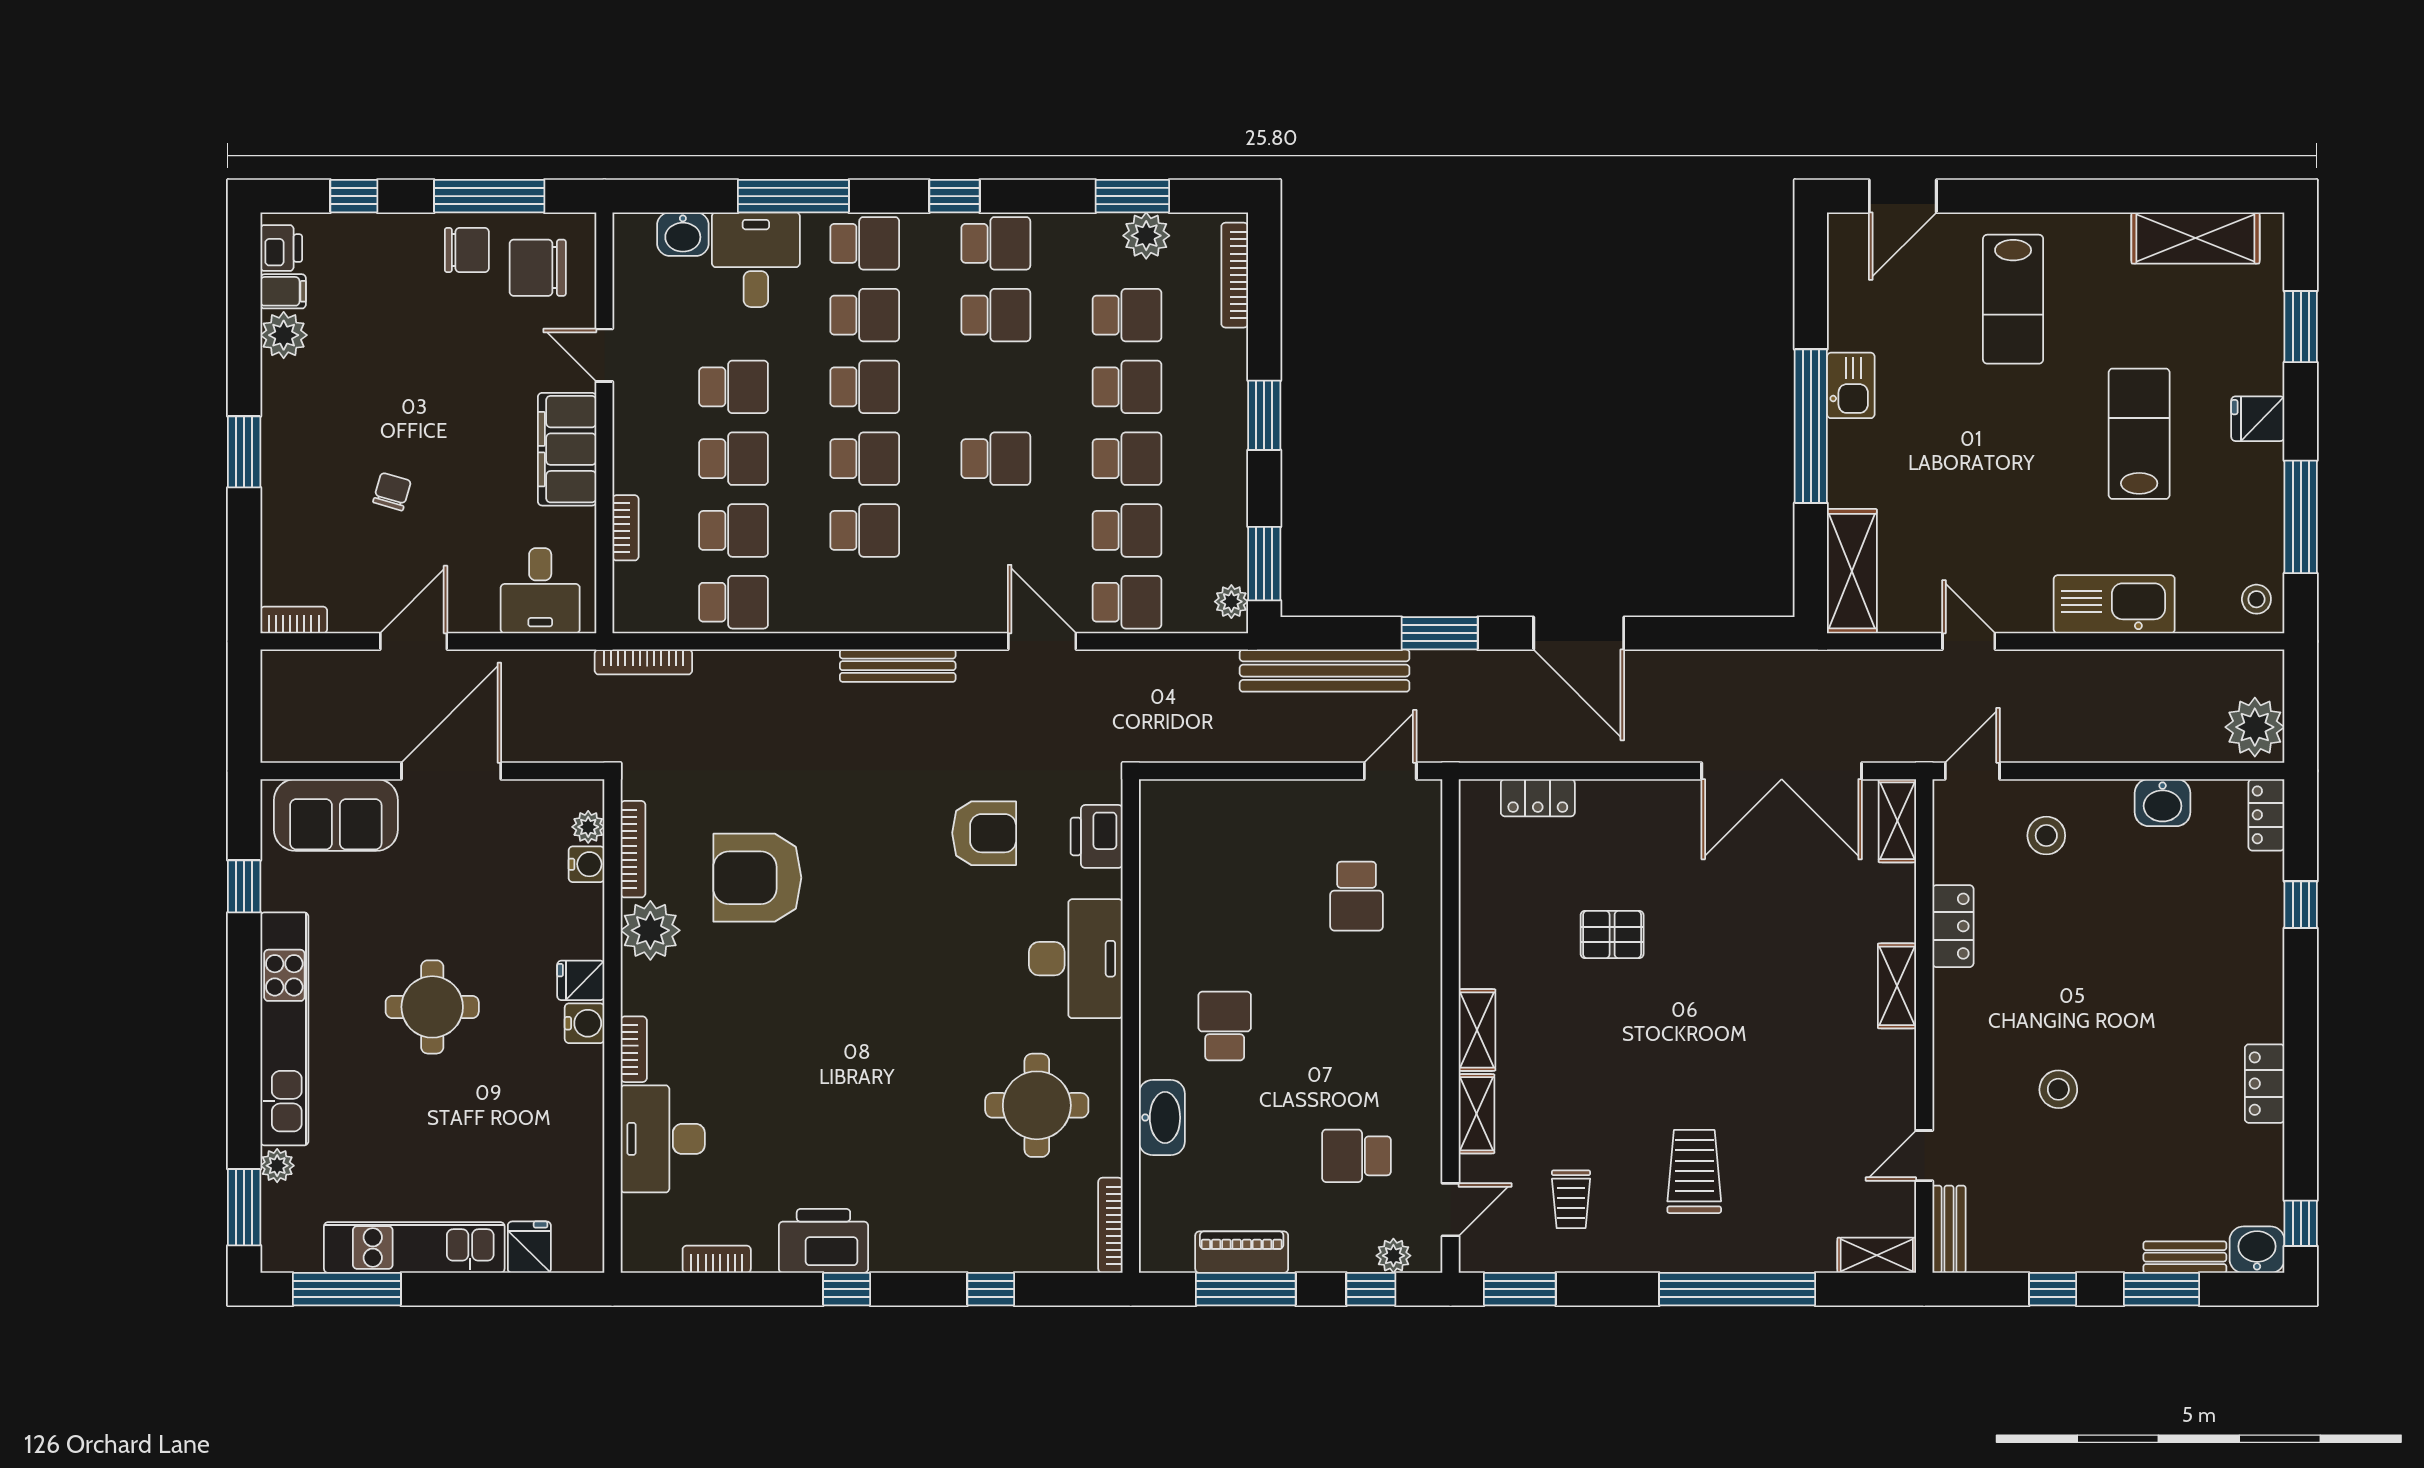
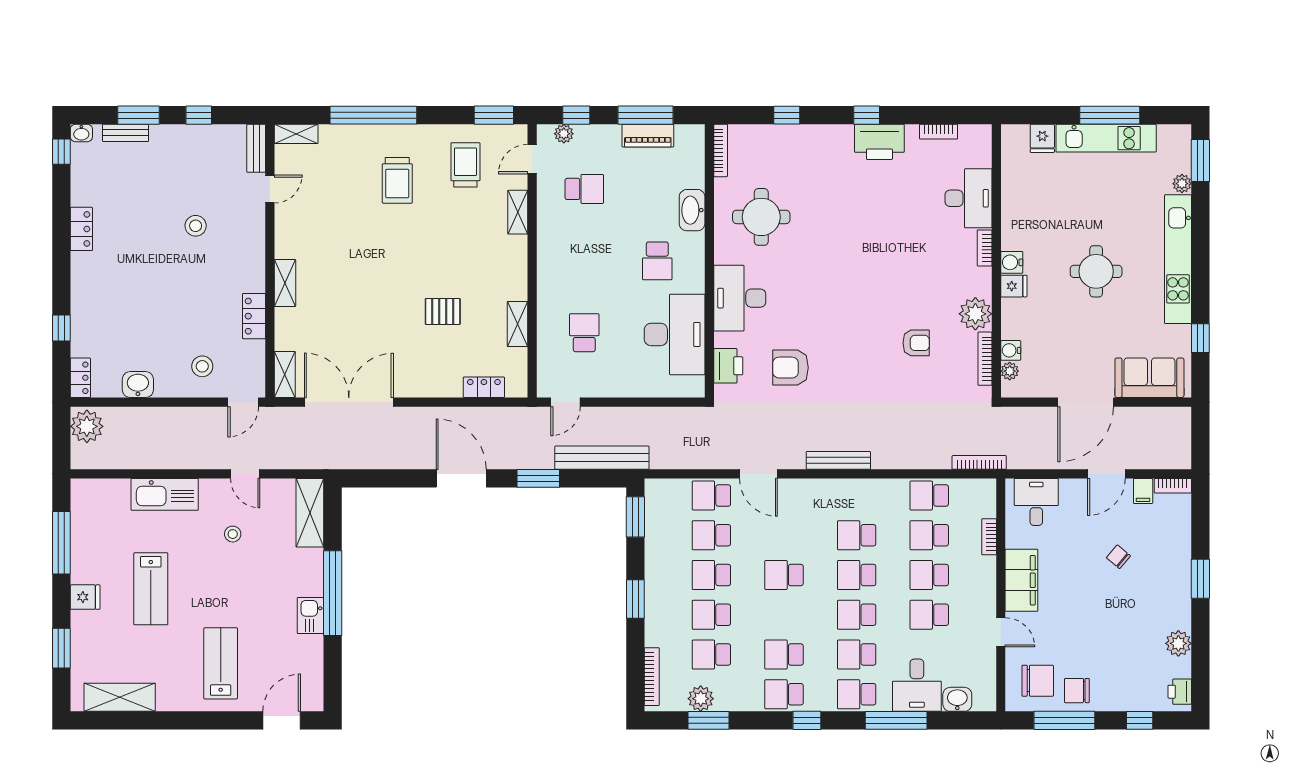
filing cabinet: (283, 291) -> (1143, 491), moved, turned -90
chair: (392, 492) -> (1118, 557), turned 114
stool: (2256, 599) -> (233, 534), moved
plant: (1231, 602) -> (654, 496), removed
armchair: (757, 878) -> (916, 343), width x0.53, depth x0.53
desk: (1193, 893) -> (675, 334), added
shelving: (1477, 1030) -> (518, 324), moved
trolley: (1571, 1199) -> (465, 165), width x1.36, depth x1.39
washbasin: (2257, 1250) -> (81, 133), width x0.72, depth x0.69
window: (347, 1289) -> (1110, 115), moved

